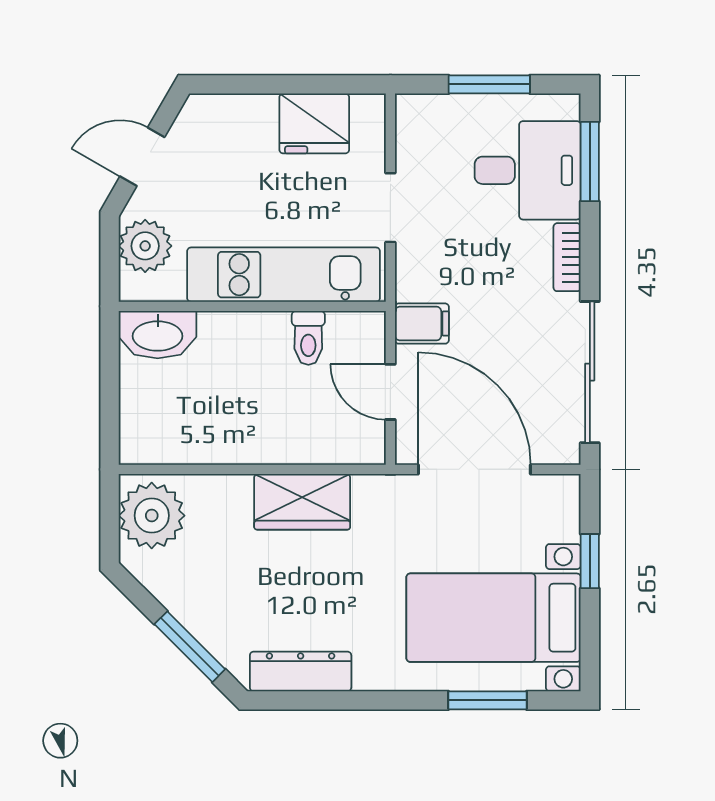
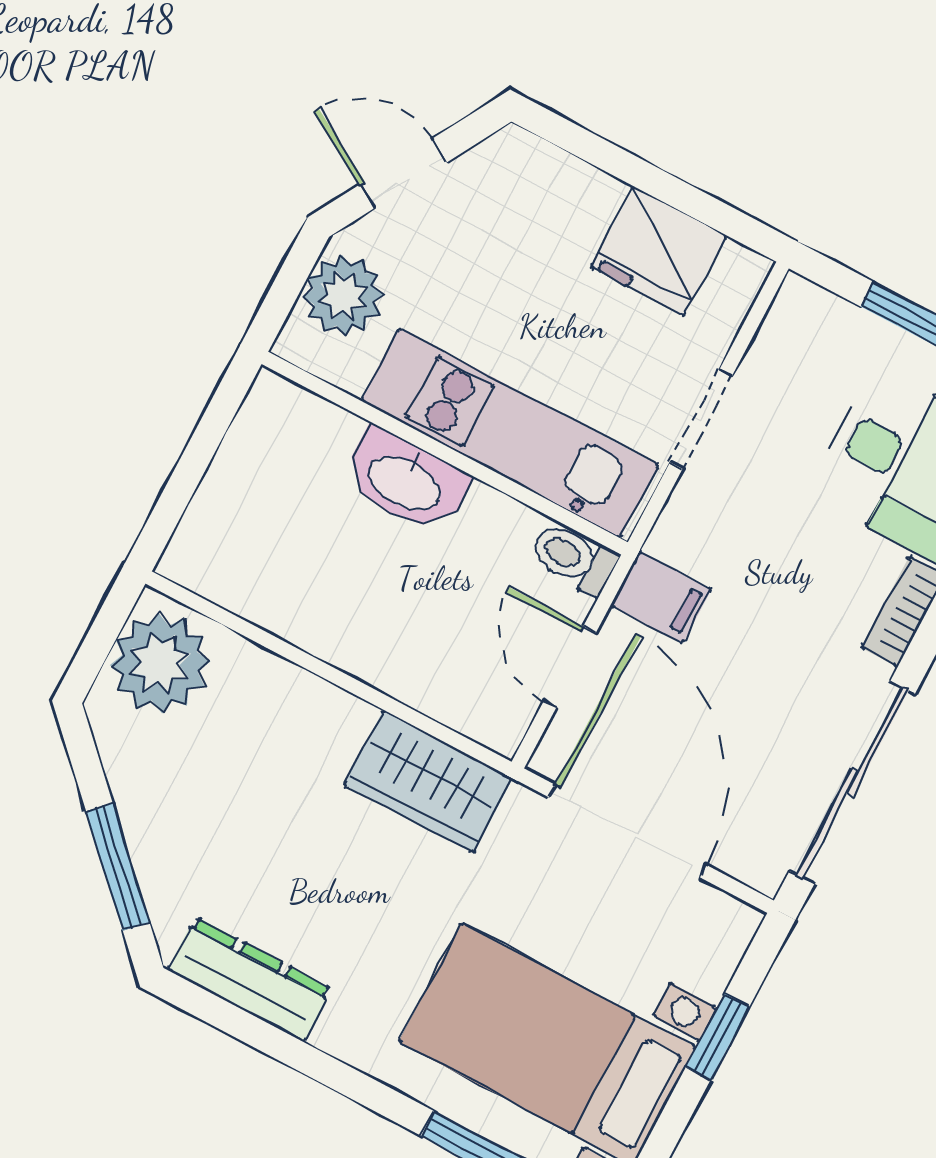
washbasin: (158, 335) -> (406, 481), moved
toilet: (308, 338) -> (573, 558), moved, turned 90
wardrobe: (302, 502) -> (428, 781), moved

